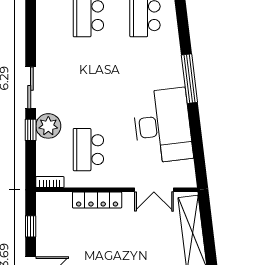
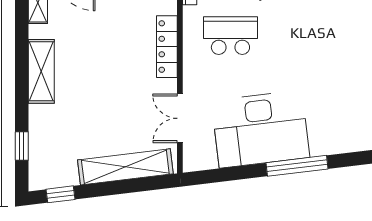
window: (189, 79) -> (297, 166), moved

